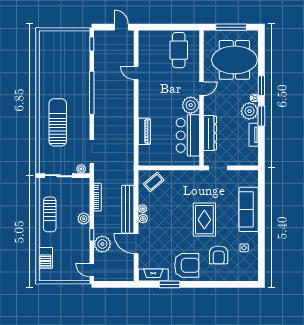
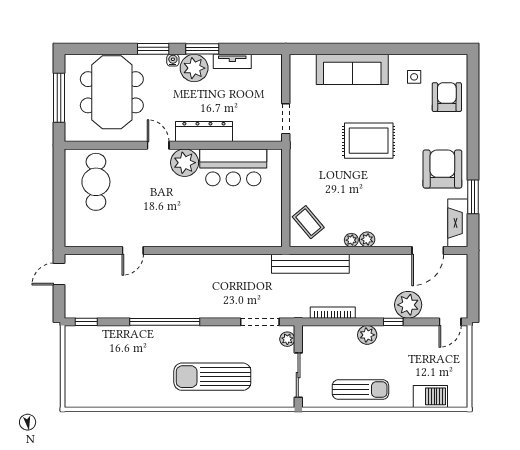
cafe table: (179, 50) -> (96, 182), turned 90
piano: (144, 131) -> (227, 237), removed
dresser: (210, 133) -> (204, 132), moved
bench: (128, 209) -> (310, 264), moved
door: (136, 244) -> (428, 250), moved
armchair: (219, 255) -> (447, 97), moved, turned -90

